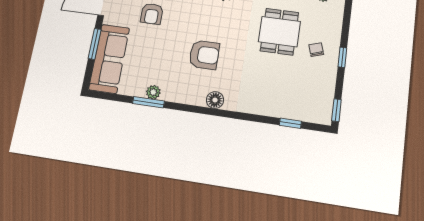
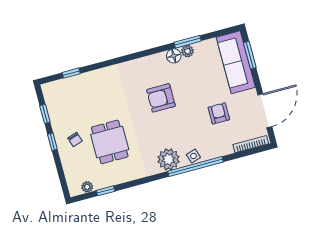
window: (95, 44) -> (250, 55), moved
floor lamp: (215, 100) -> (174, 56), moved
window: (336, 110) -> (45, 114), moved

